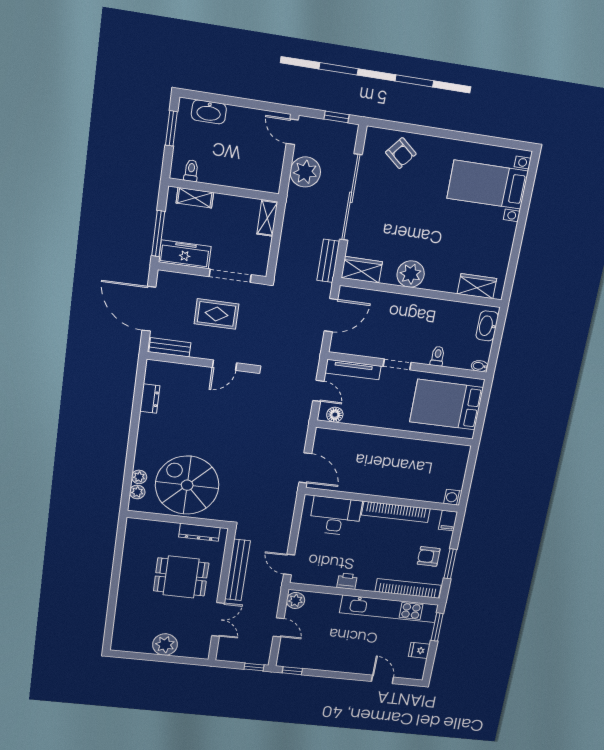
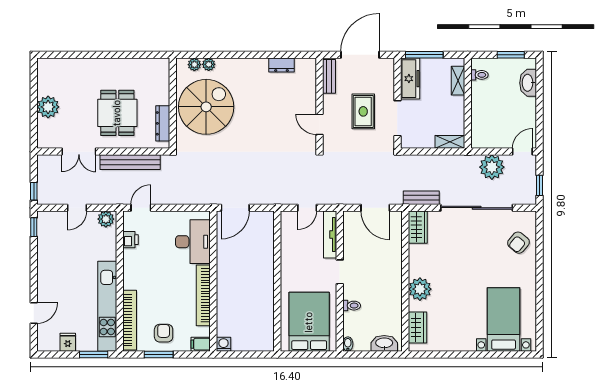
plant: (411, 274) -> (420, 289), moved
floor lamp: (335, 415) -> (287, 226), removed
printer: (347, 581) -> (130, 240), moved

